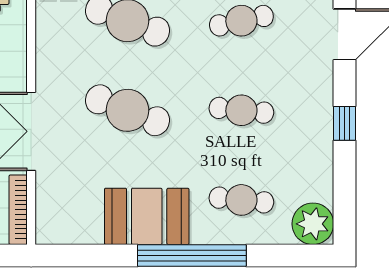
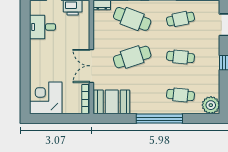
cafe table: (127, 110) -> (132, 57), turned -39
booth: (147, 216) -> (112, 102), moved

